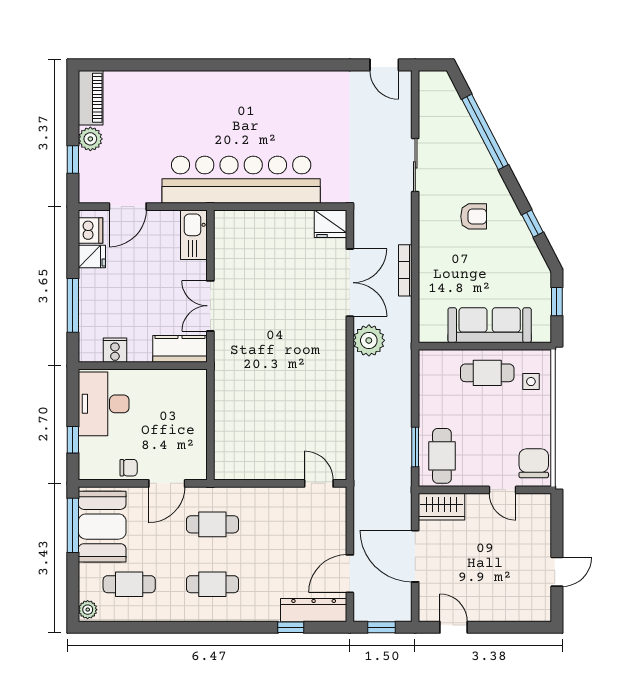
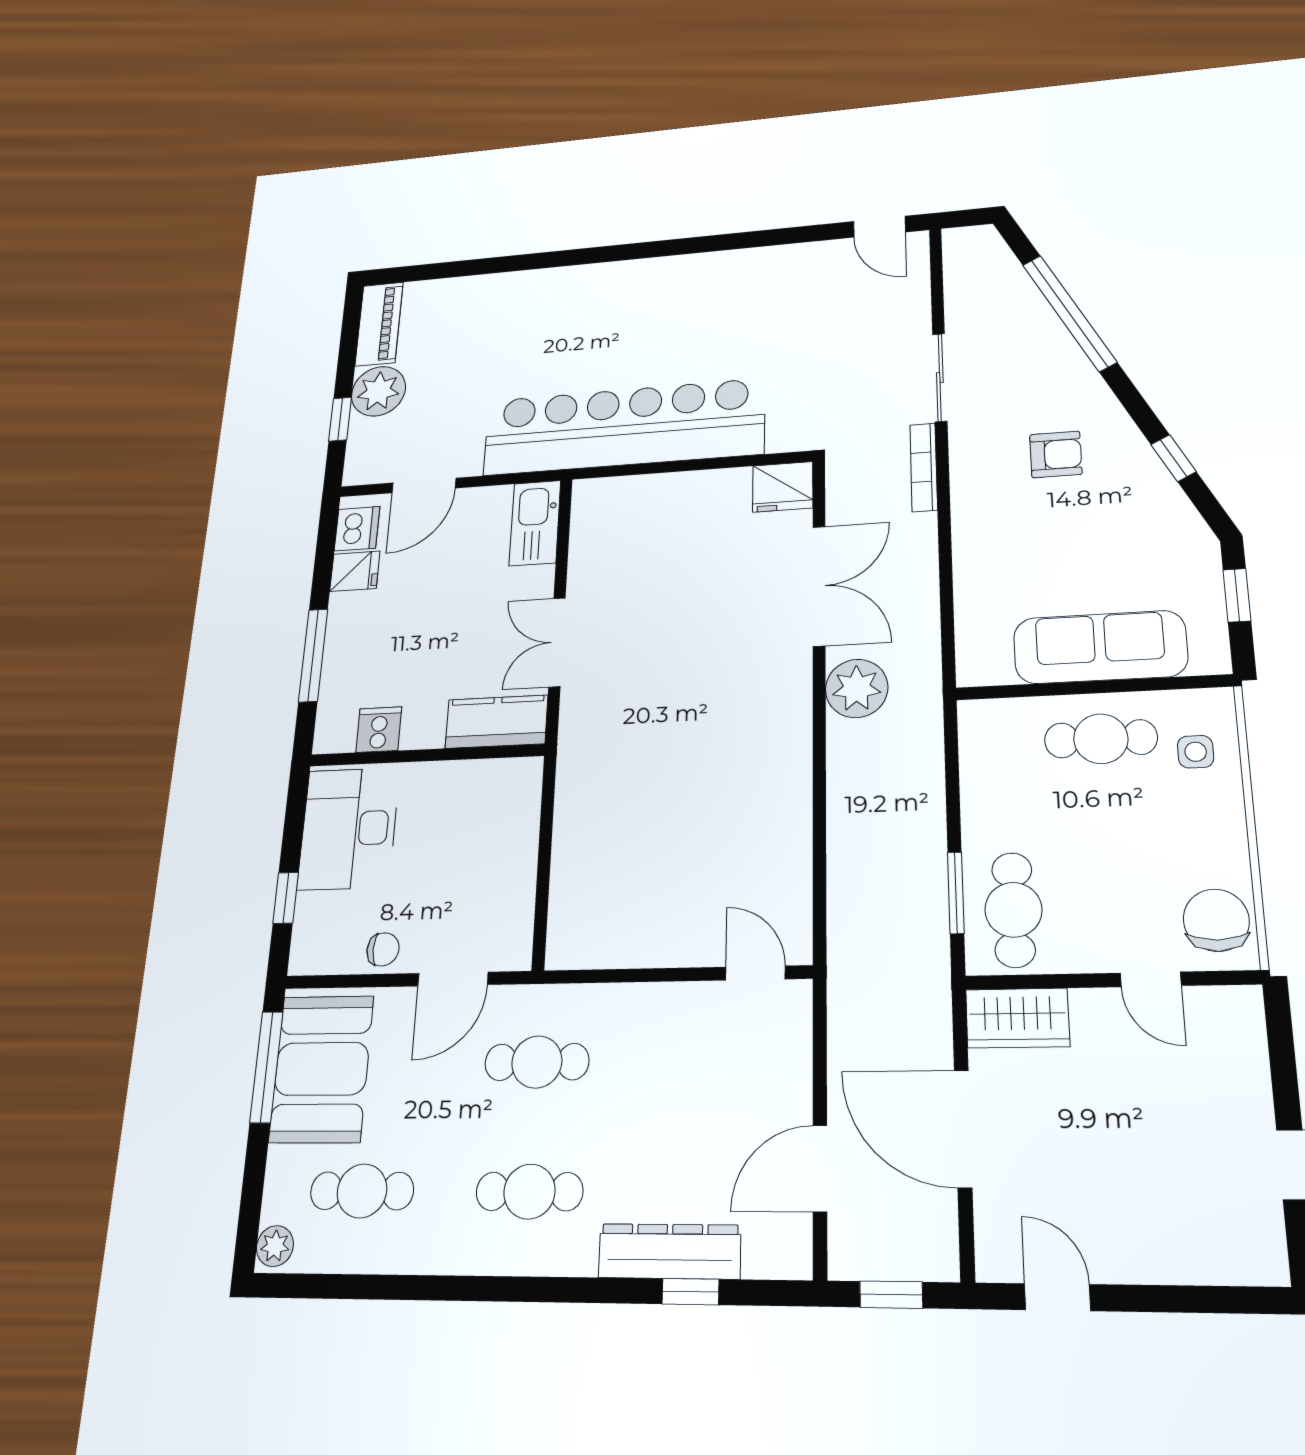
plant: (90, 139) -> (378, 391), width x1.36, depth x1.36
bookcase: (405, 270) -> (924, 467), moved
dresser: (314, 610) -> (669, 1251), moved

